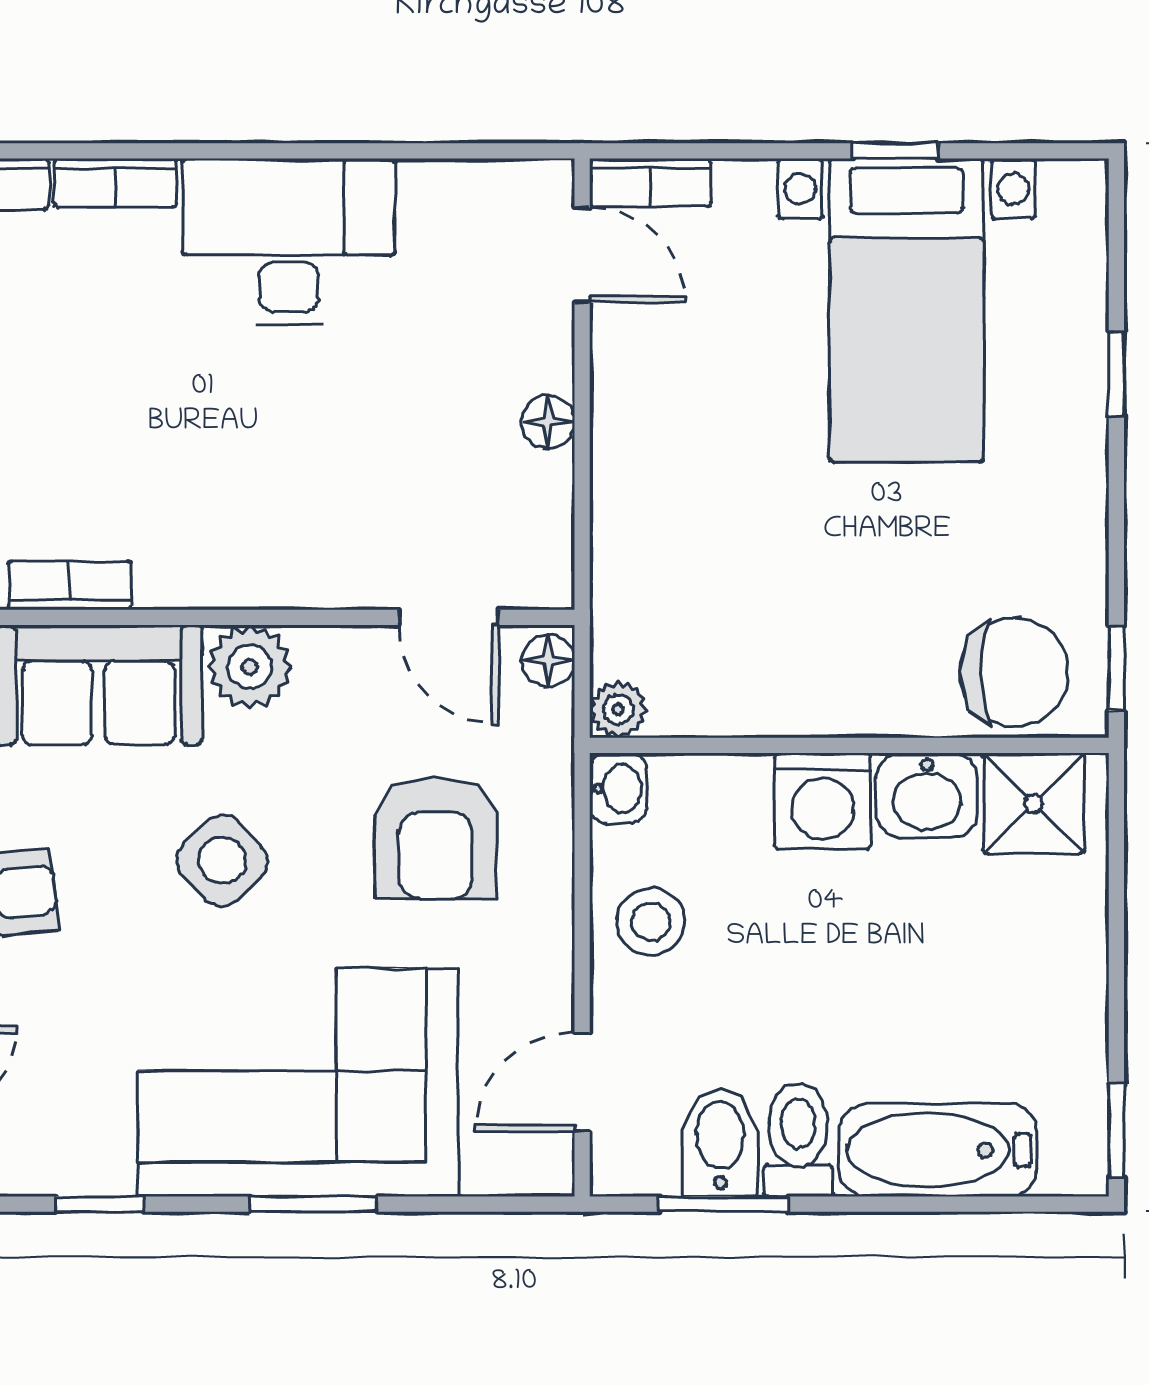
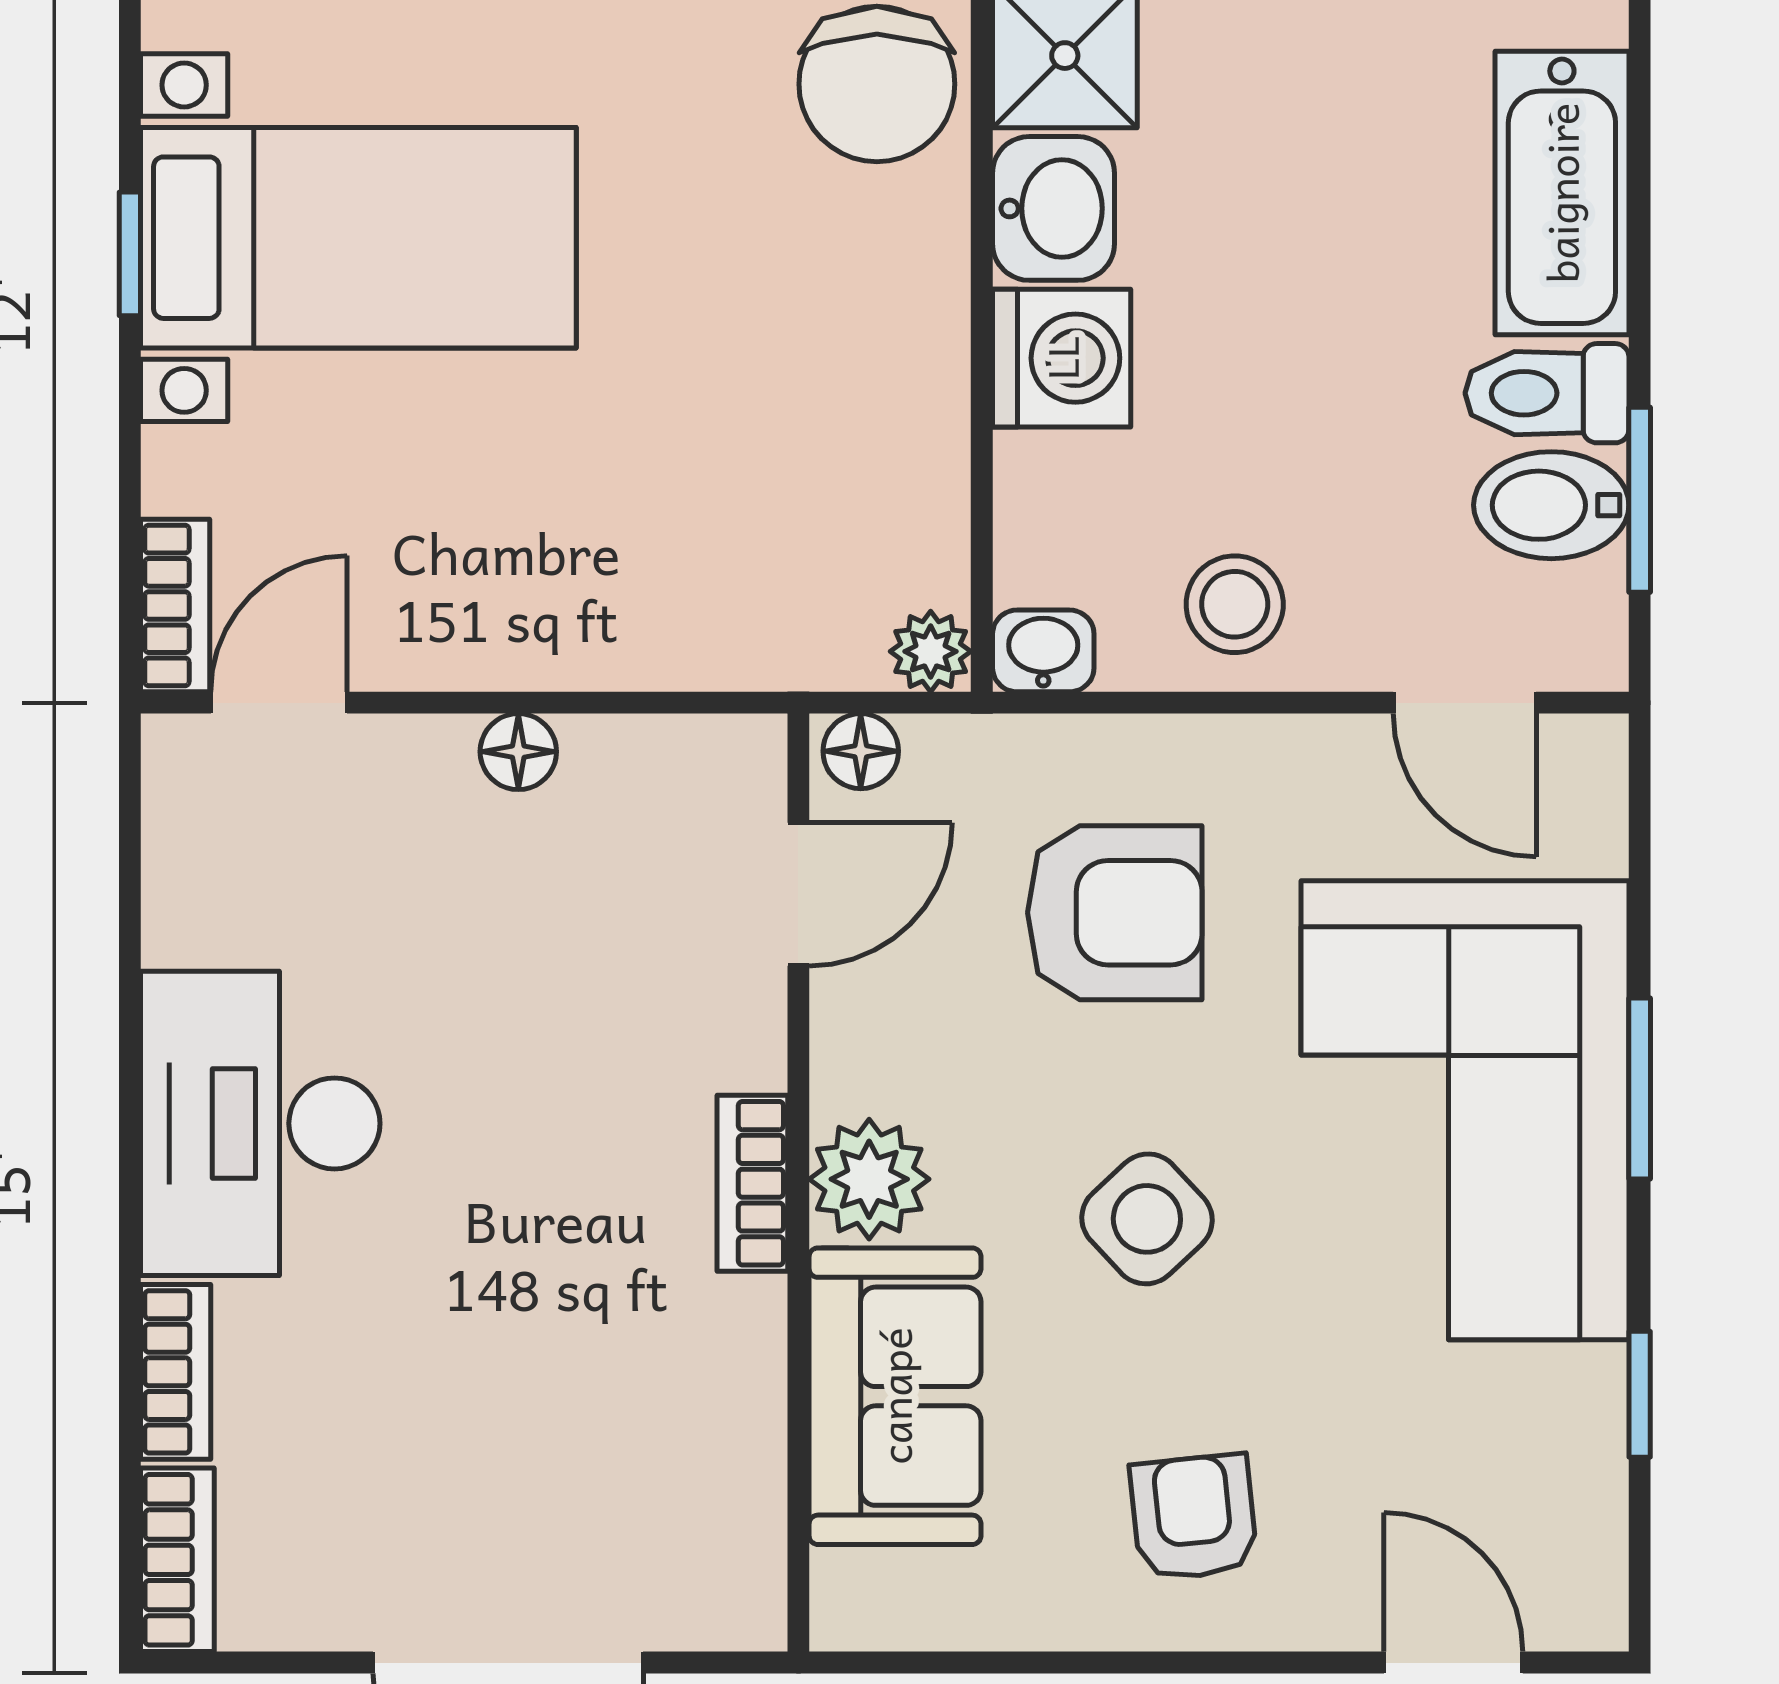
bookcase: (70, 585) -> (752, 1183), moved
chair: (1014, 672) -> (877, 84), turned 180

